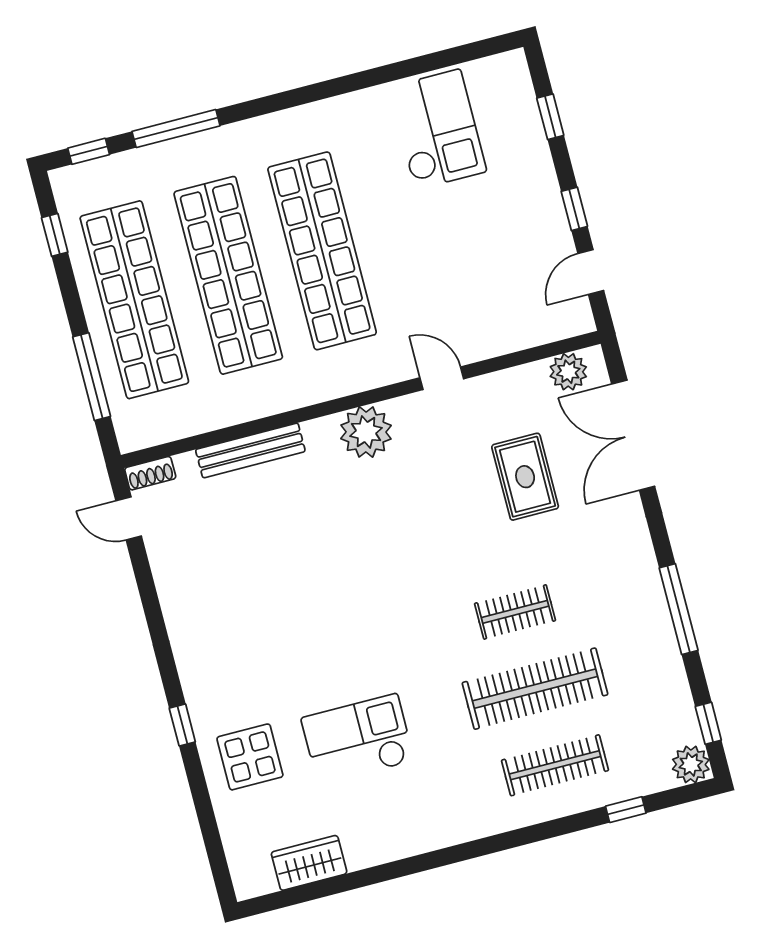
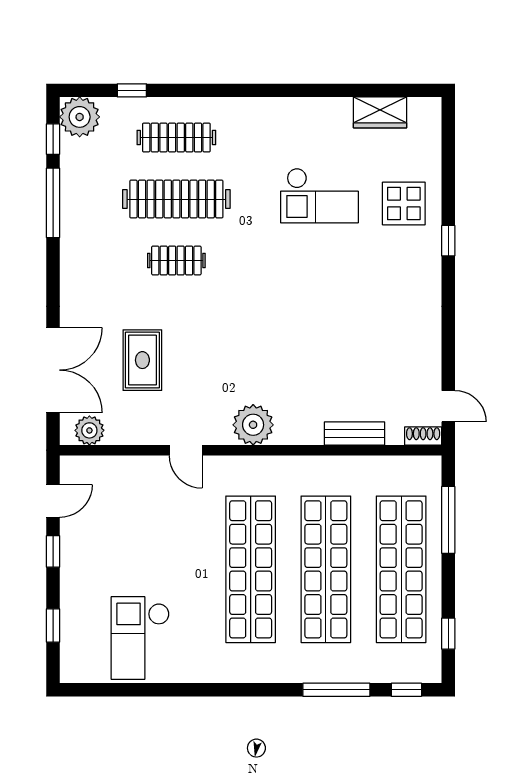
bench: (250, 450) -> (354, 433), width x0.73
window: (679, 609) -> (53, 203), moved
plant: (691, 764) -> (80, 117), width x1.36, depth x1.36

